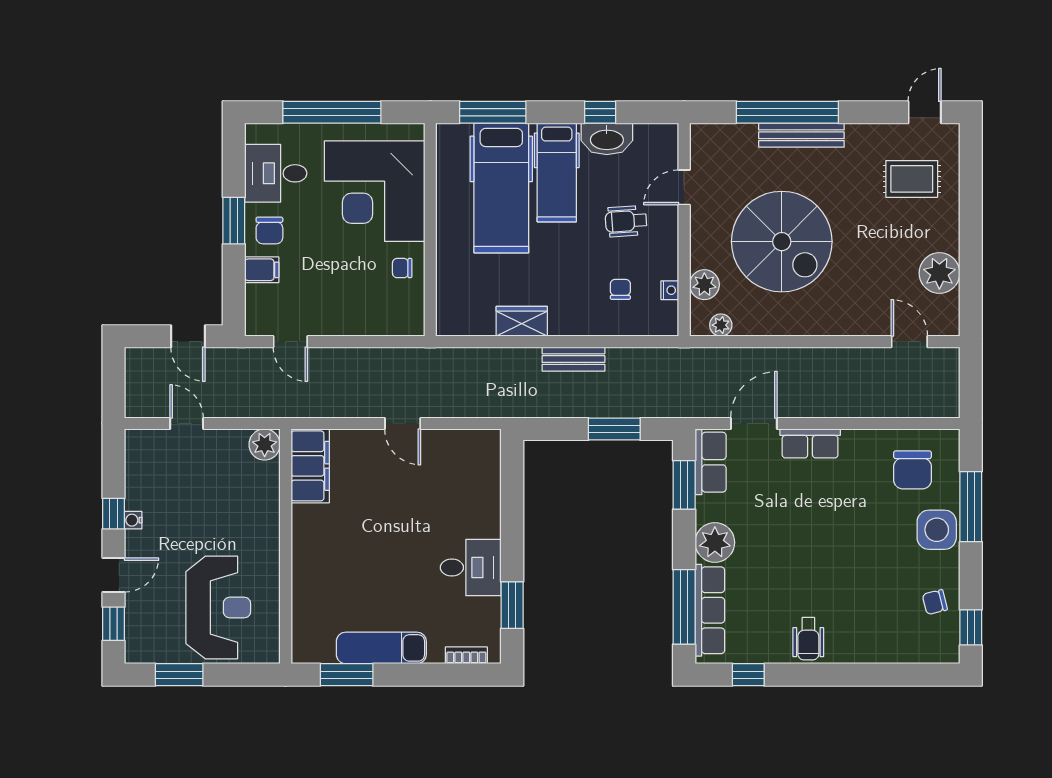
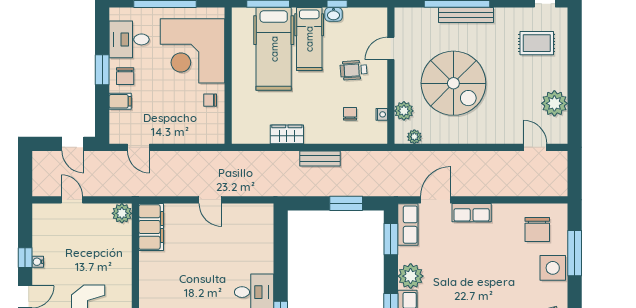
washbasin: (607, 139) -> (333, 14), width x0.52, depth x0.69

